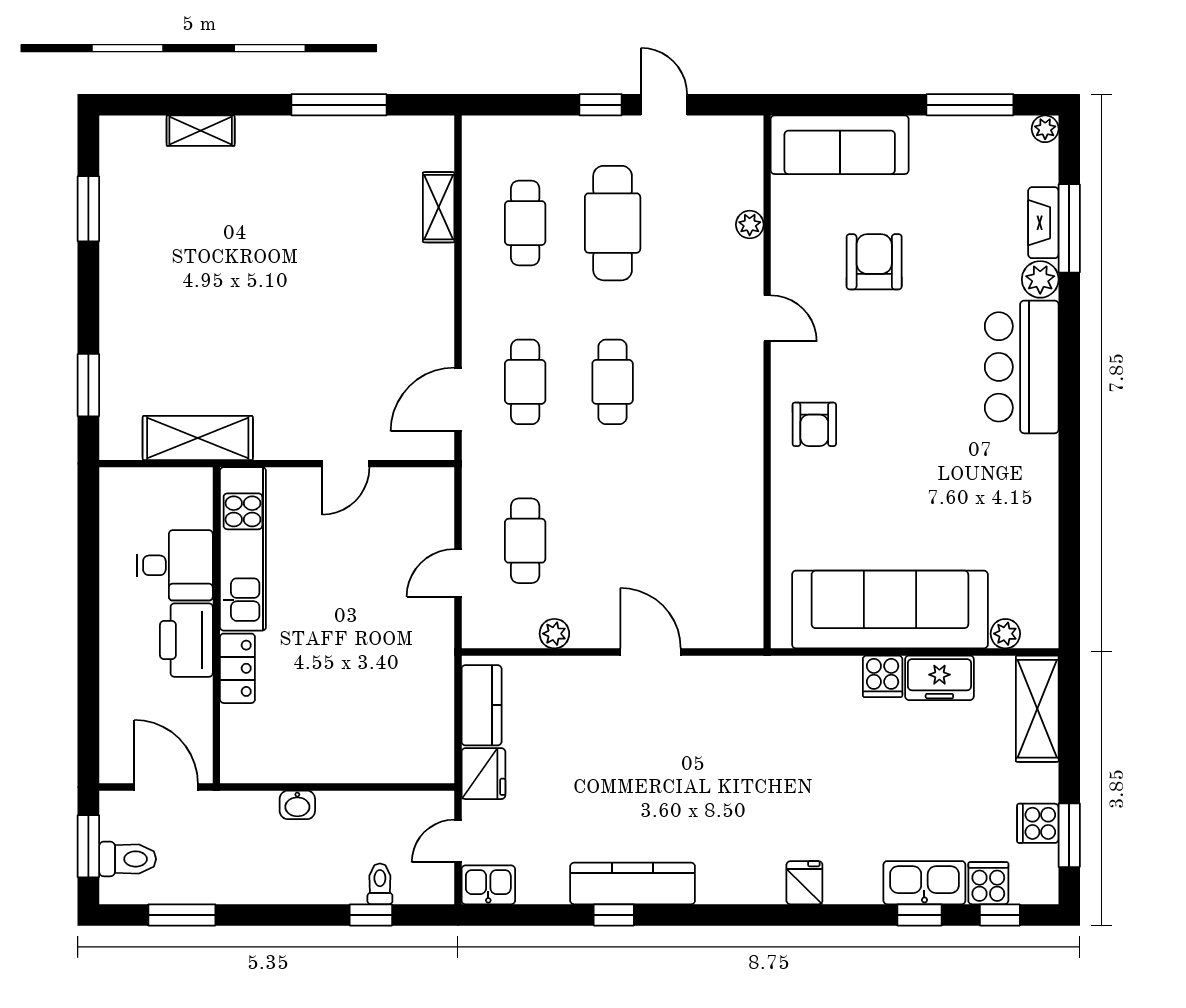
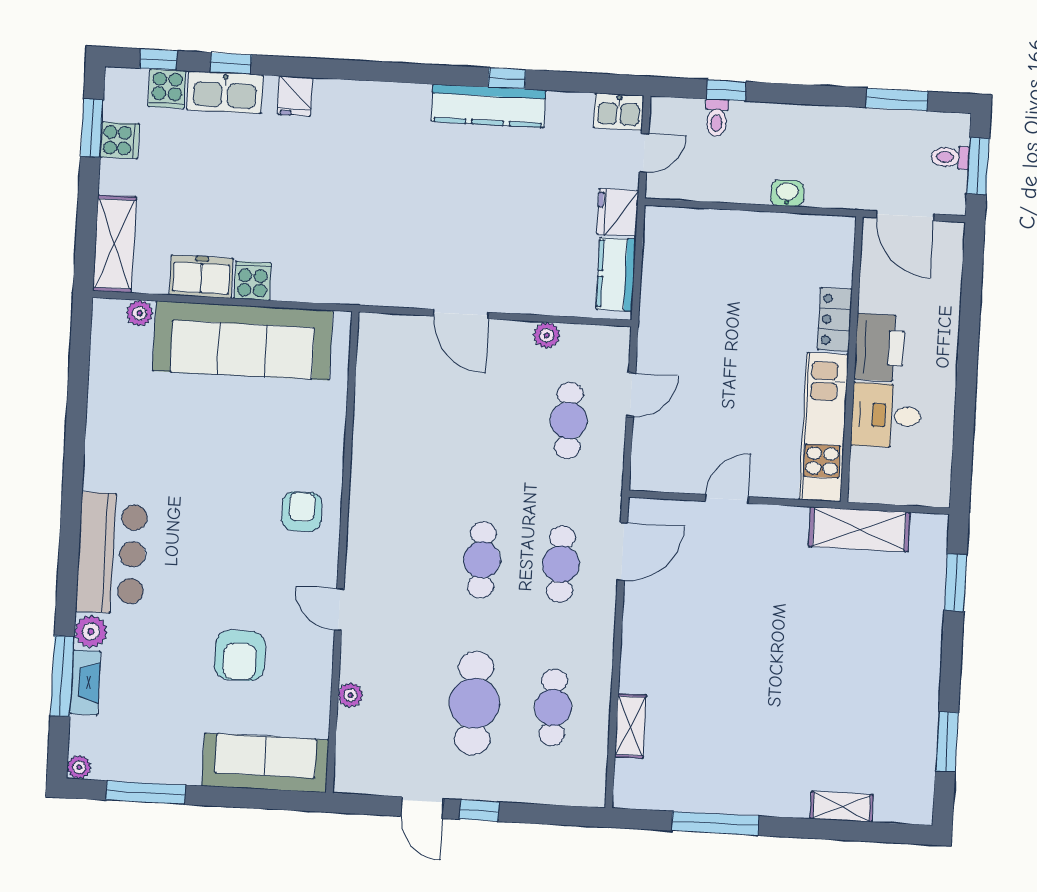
toilet: (128, 859) -> (950, 157), width x0.73, depth x0.72
fridge: (804, 883) -> (295, 96), moved

